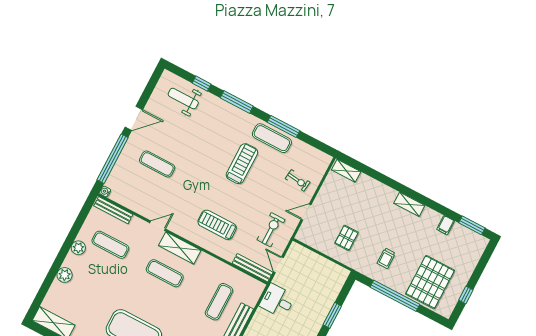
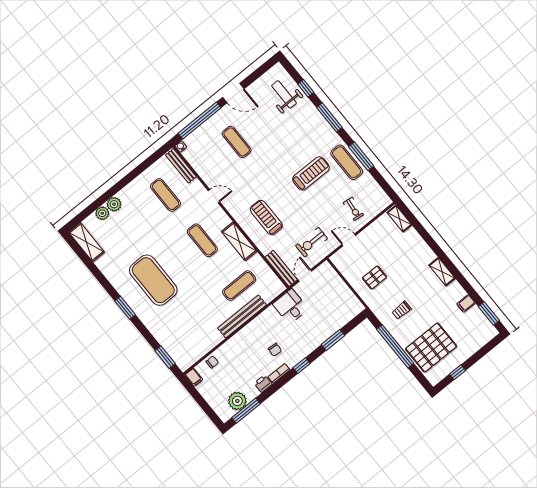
exercise bike: (271, 230) -> (312, 242), turned 180
plant: (78, 248) -> (102, 213), moved
shelving: (180, 248) -> (239, 241), moved

